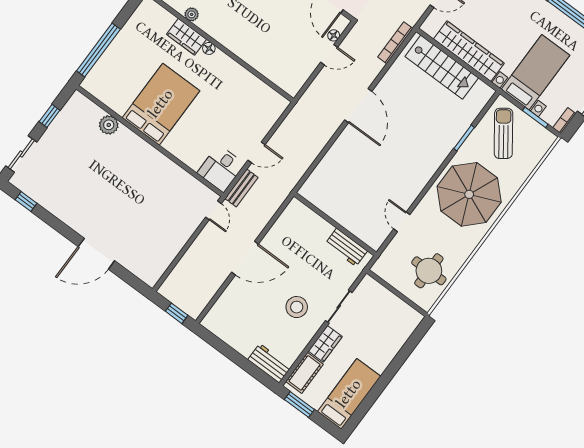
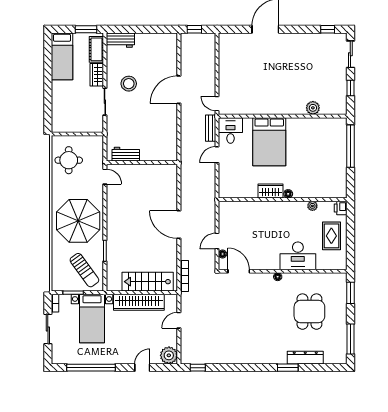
wardrobe: (186, 37) -> (270, 191), moved
bed: (161, 104) -> (269, 142), moved
wall: (335, 224) -> (142, 163), moved
workbench: (346, 247) -> (126, 154), moved

